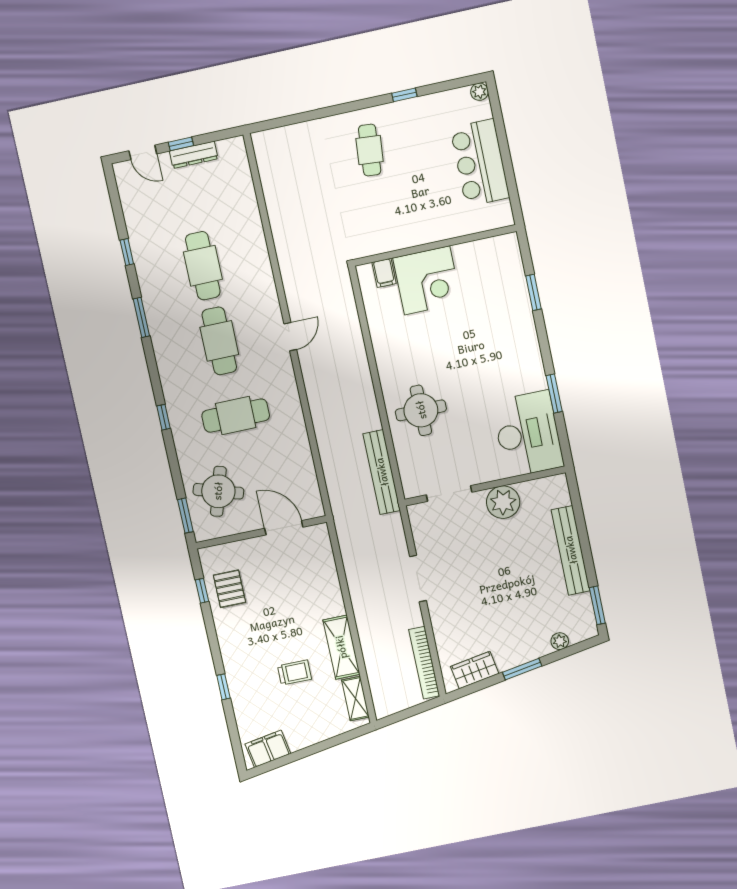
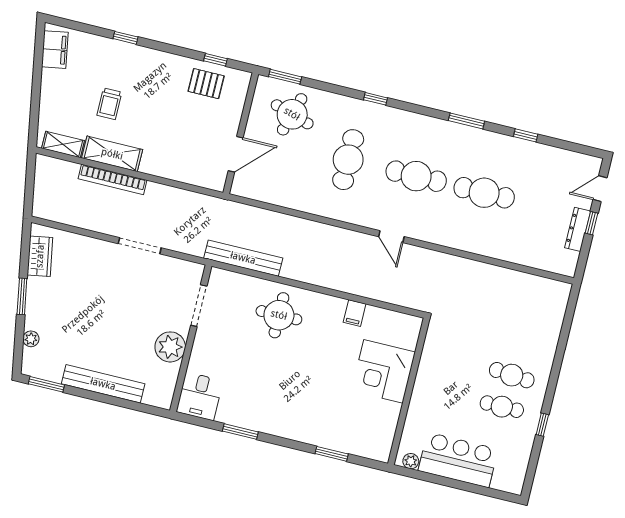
plant: (479, 92) -> (411, 461), moved
cafe table: (406, 145) -> (502, 407), added
filing cabinet: (384, 273) -> (355, 313), moved, turned -90
desk: (528, 434) -> (200, 396), width x0.53, depth x0.77
bookcase: (424, 663) -> (112, 179), moved, turned 180

